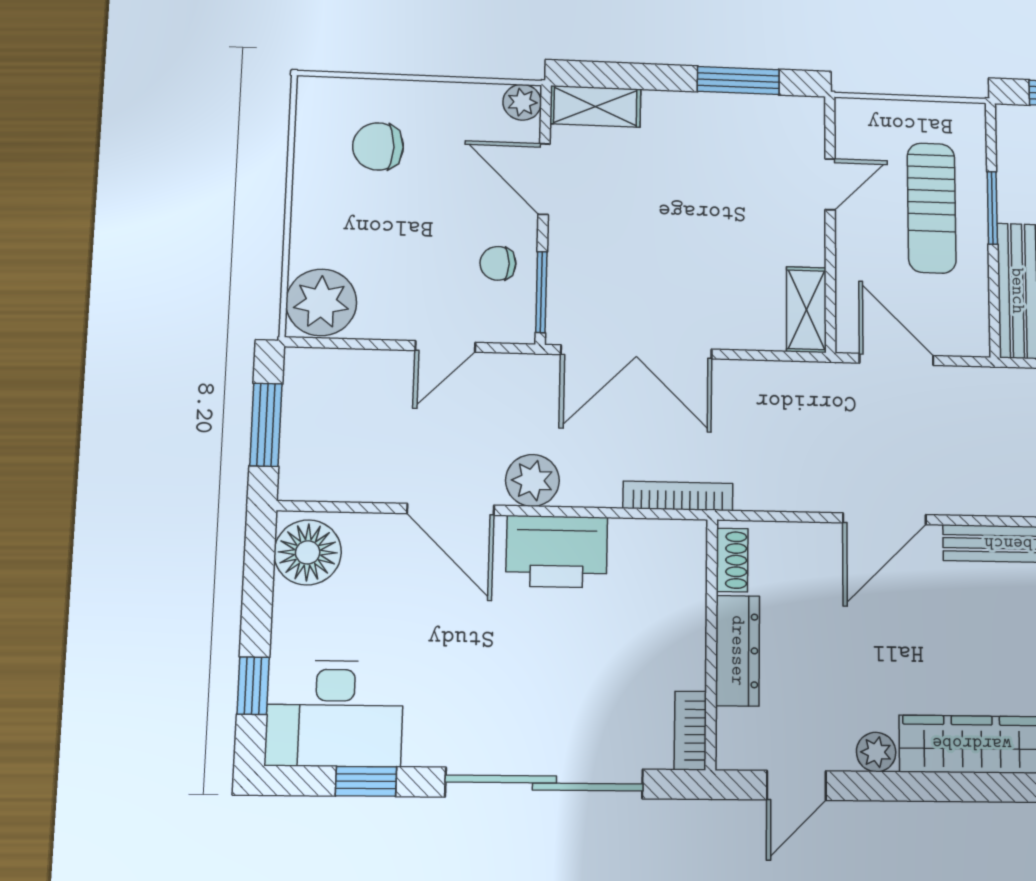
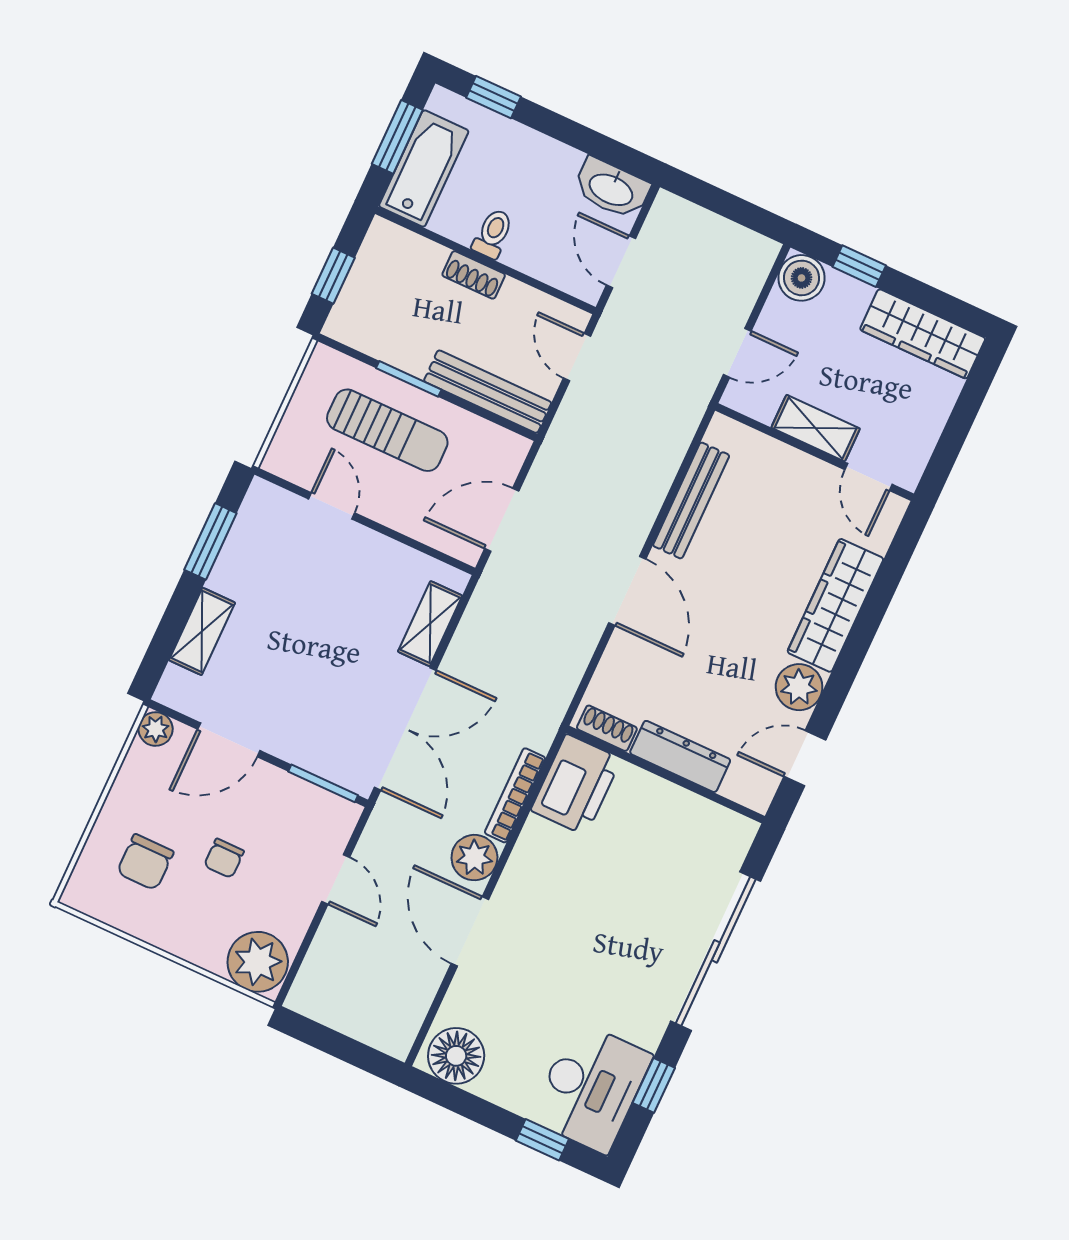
shelving: (595, 106) -> (202, 631), moved
chair: (498, 263) -> (224, 858), moved
shelving: (806, 310) -> (430, 624), moved, turned 90
window: (266, 425) -> (340, 1046), removed
bookcase: (678, 496) -> (515, 795), moved
door: (451, 509) -> (470, 931), swing flipped
printer: (557, 552) -> (576, 785), moved
bookcase: (690, 731) -> (726, 821), removed
plant: (876, 752) -> (799, 687), width x1.38, depth x1.38
door: (796, 785) -> (805, 758), swing flipped

